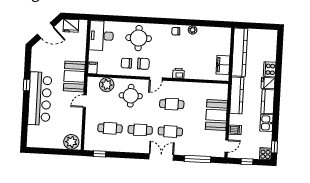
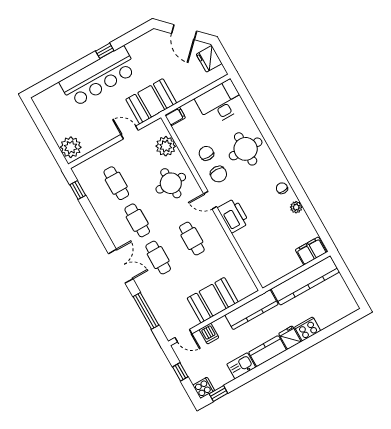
filing cabinet: (223, 65) -> (311, 251), moved
printer: (178, 73) -> (233, 215), width x1.87, depth x1.48

